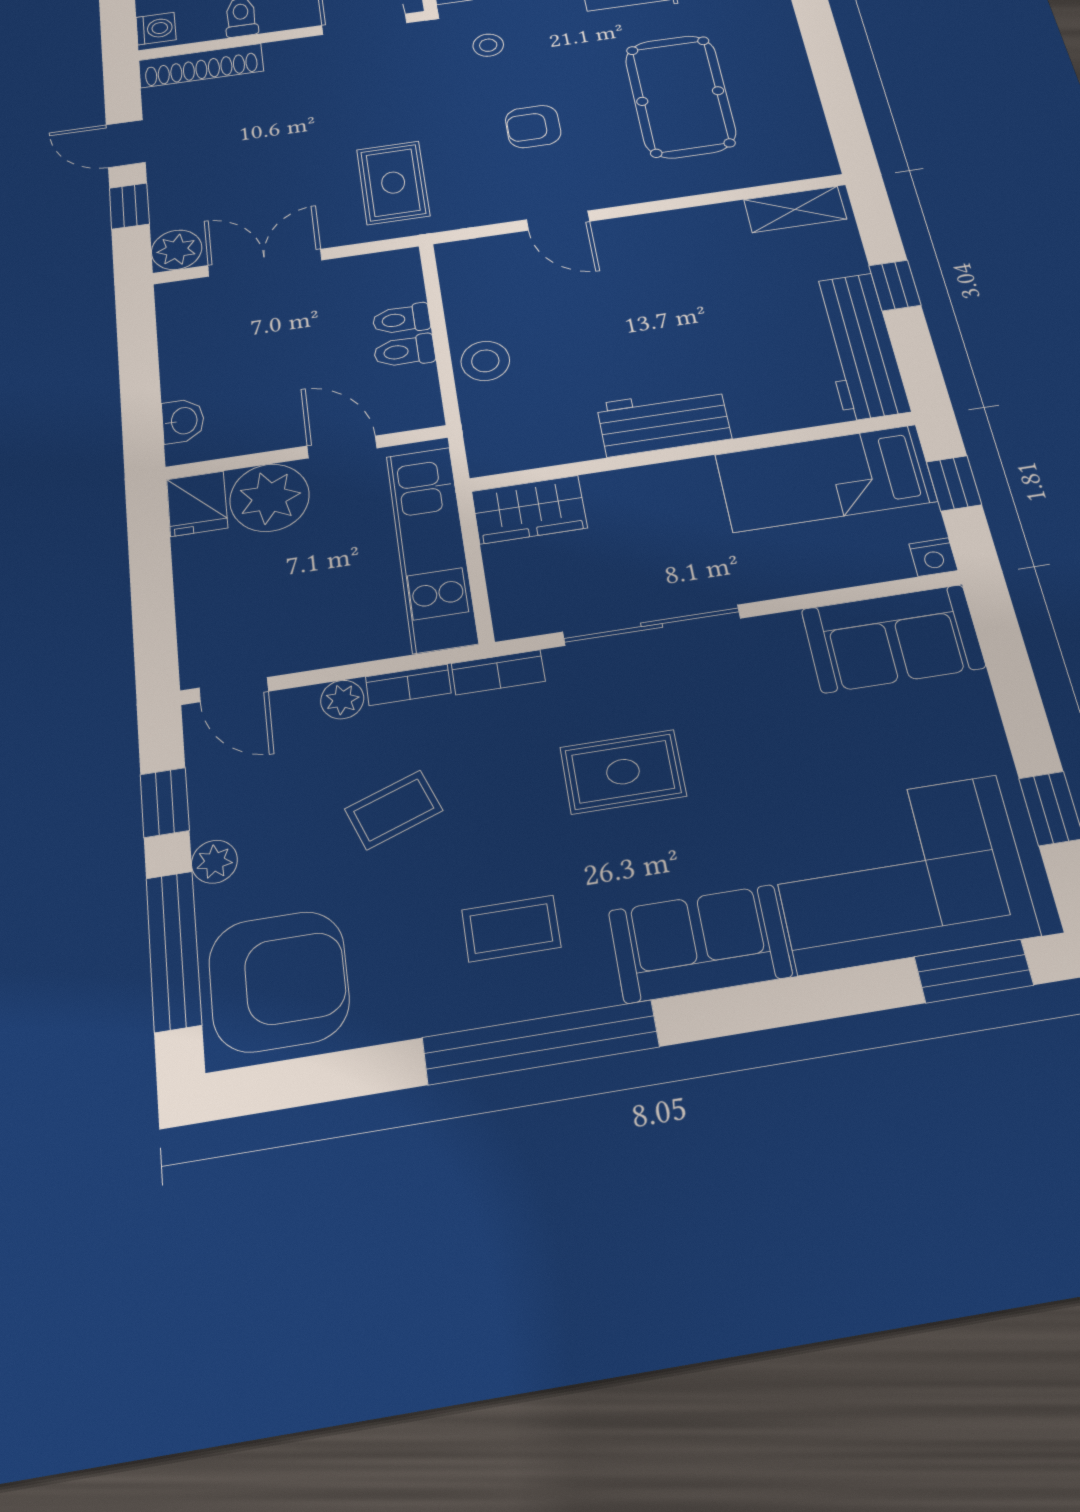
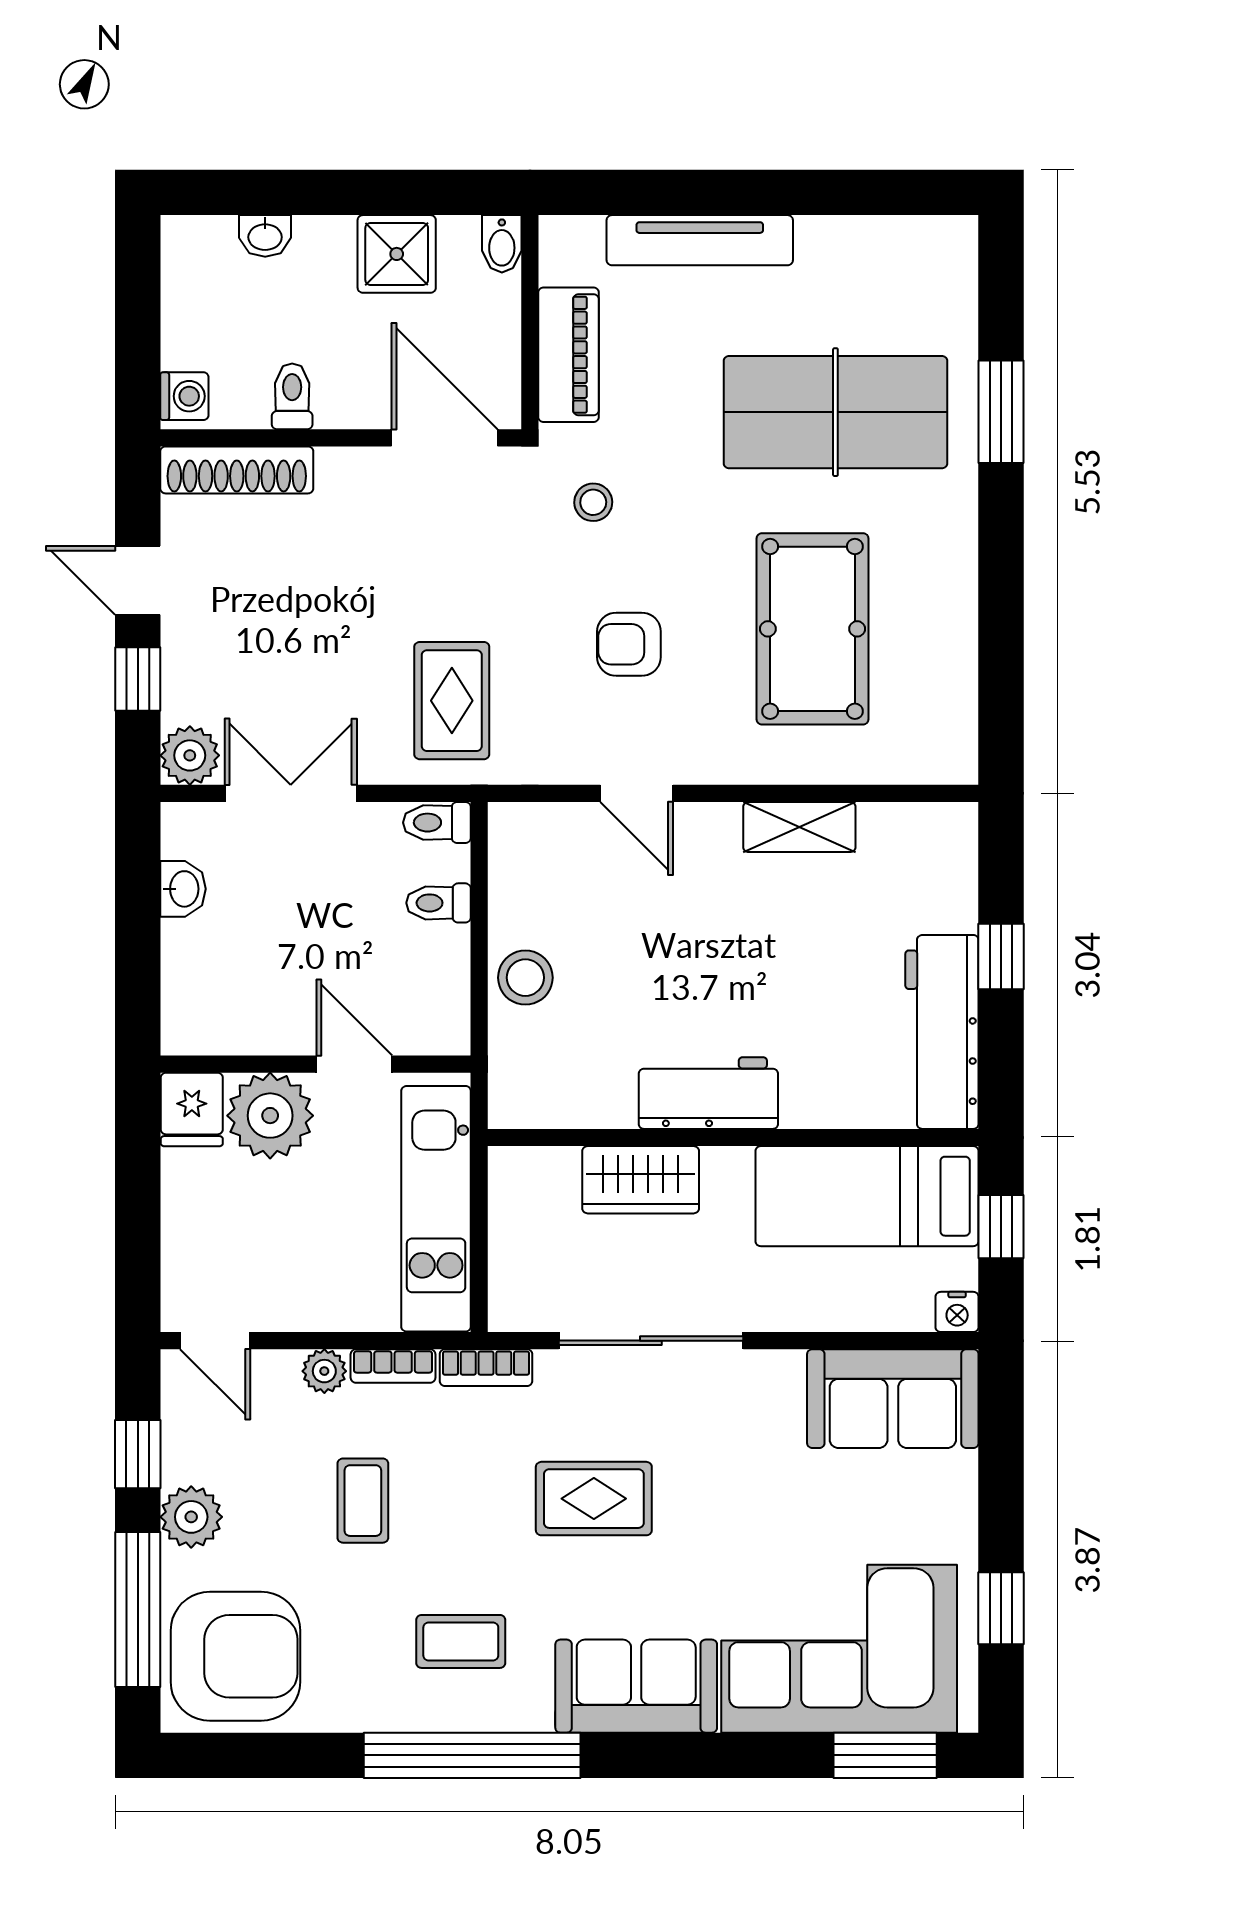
shelving: (795, 209) -> (799, 827), moved
toilet: (404, 351) -> (437, 823), moved
washbasin: (183, 421) -> (183, 889), moved
wardrobe: (529, 510) -> (641, 1180), moved
coffee table: (394, 810) -> (363, 1501), turned -70
plant: (214, 862) -> (191, 1517), width x1.38, depth x1.38

